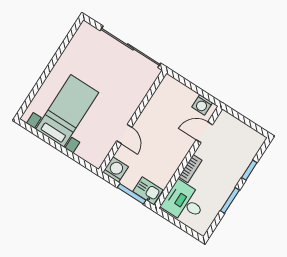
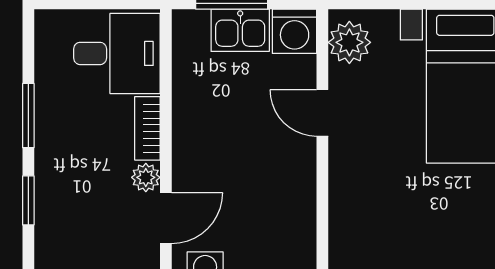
plant: (202, 151) -> (146, 177), added
plant: (99, 153) -> (349, 42), added
kitchen sink: (148, 191) -> (240, 30), moved

